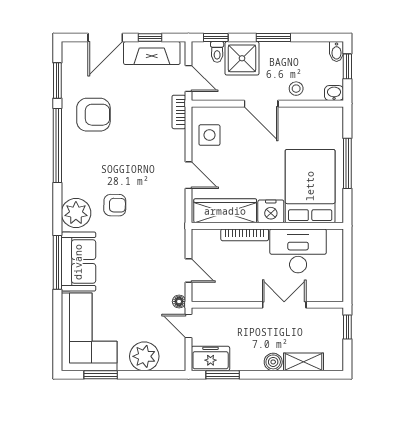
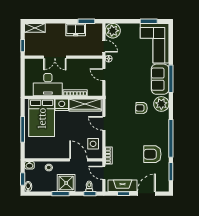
shower: (242, 58) -> (66, 183), moved
door: (261, 104) -> (78, 160), moved
plant: (144, 356) -> (113, 31), moved
freezer: (211, 358) -> (76, 30), moved
boiler: (273, 362) -> (61, 28), removed
shelving: (304, 362) -> (35, 28), moved

